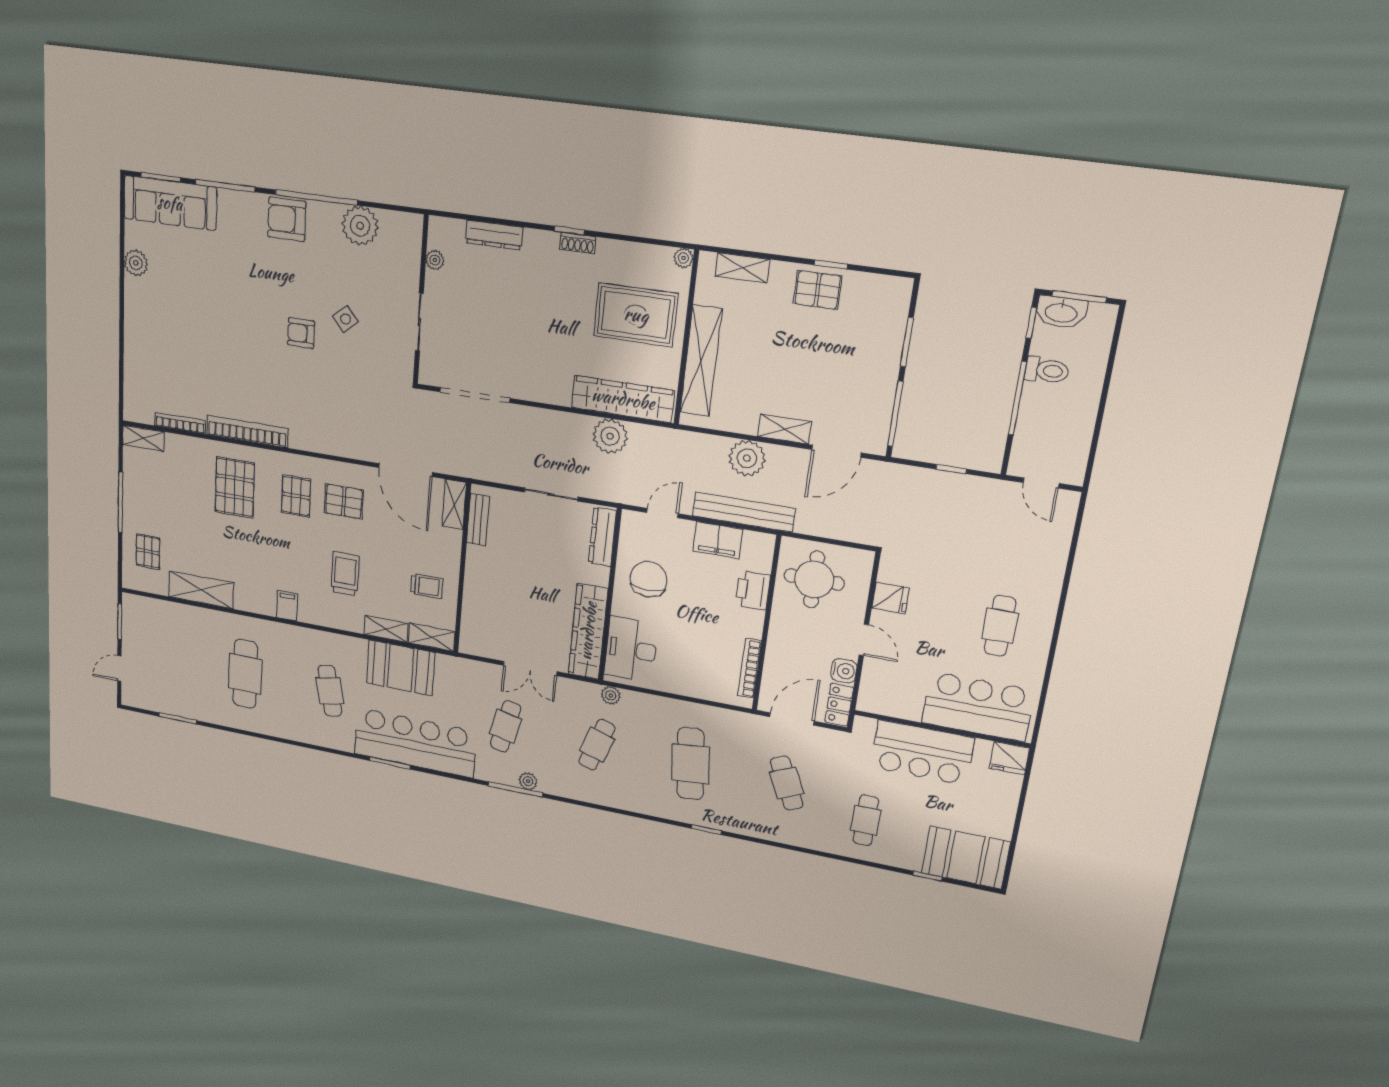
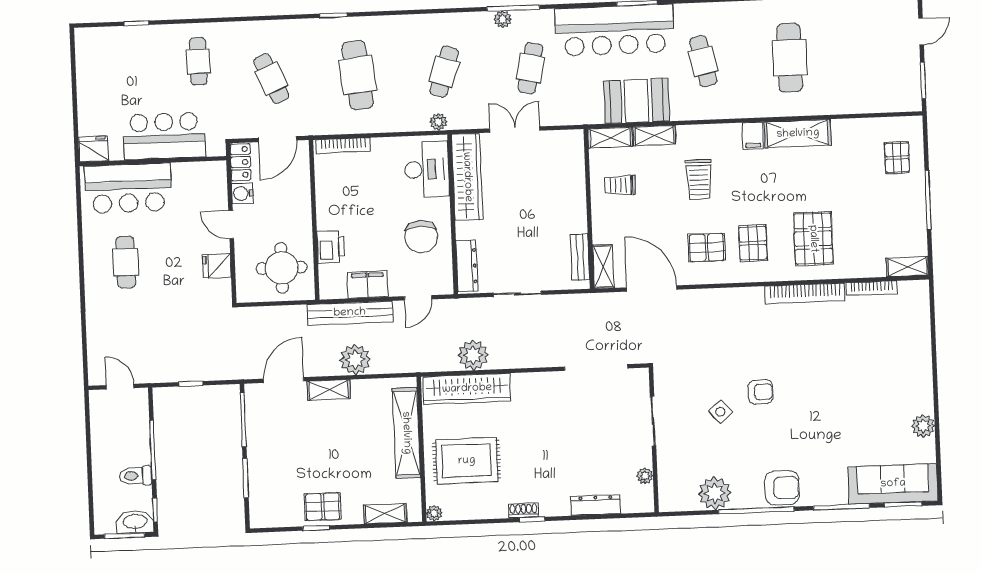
shelving: (201, 590) -> (798, 134), moved
bookcase: (750, 668) -> (343, 146), moved, turned 90
booth: (966, 858) -> (109, 49), removed

